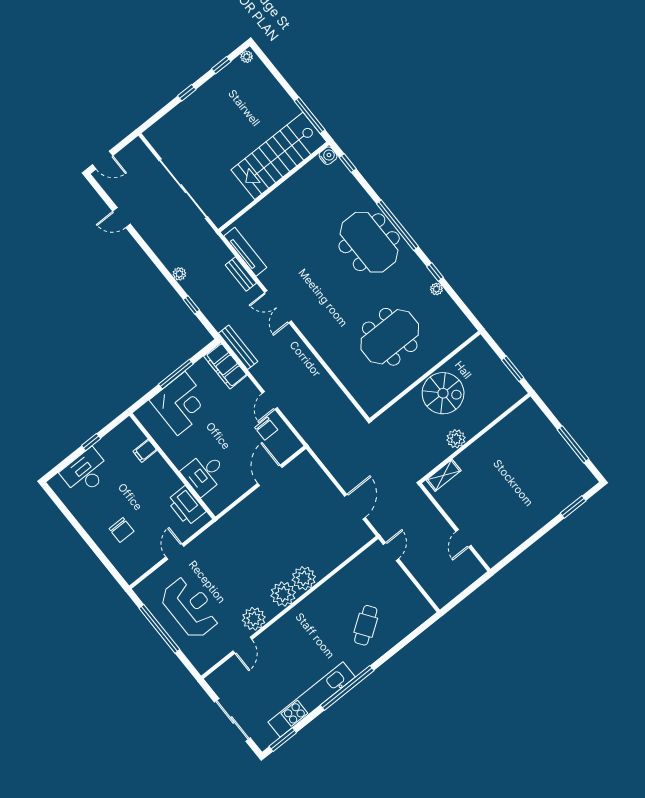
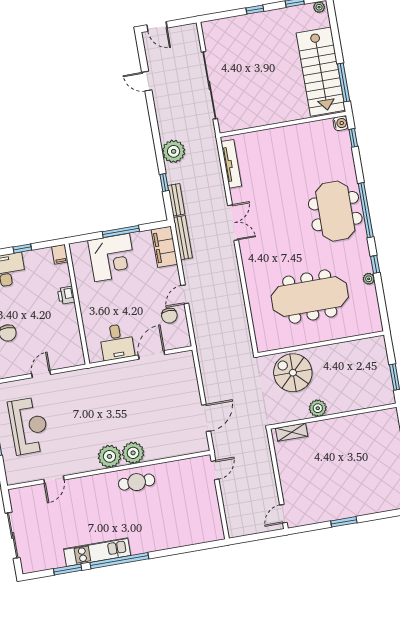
stairs: (279, 156) -> (321, 72), moved, turned -90
plant: (179, 274) -> (174, 151), width x1.88, depth x1.88
bench: (241, 274) -> (176, 200), moved
double door: (278, 307) -> (233, 223), swing flipped
meeting table: (390, 337) -> (310, 297), width x1.36
spiral stairs: (443, 393) -> (293, 373), moved, turned 180
filing cabinet: (145, 451) -> (60, 254), moved, turned -90
desk: (204, 473) -> (117, 342), moved, turned -90
printer: (186, 506) -> (66, 295), moved, width x0.53, depth x0.68
window: (573, 507) -> (344, 522), moved
door: (464, 538) -> (283, 514), moved
plant: (254, 619) -> (75, 463), removed
cafe table: (366, 625) -> (137, 482), moved, turned 35
kitchen unit: (312, 700) -> (97, 552), width x0.73
window: (283, 740) -> (68, 570), moved

